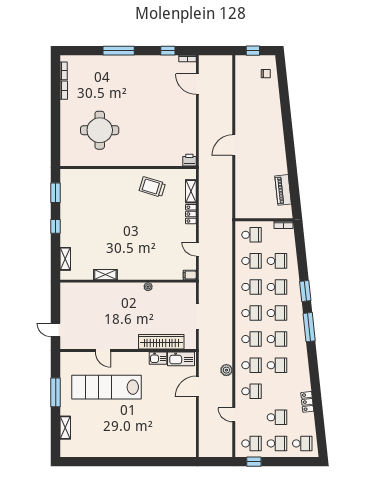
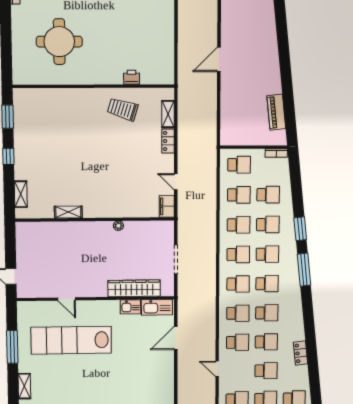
printer: (189, 160) -> (132, 77), moved
filing cabinet: (190, 275) -> (167, 206), width x2.00
plant: (226, 370) -> (209, 319), removed
school desk: (277, 391) -> (266, 342), added

